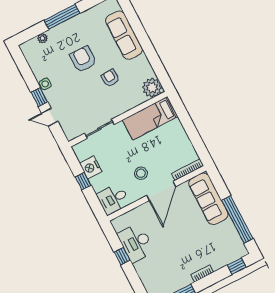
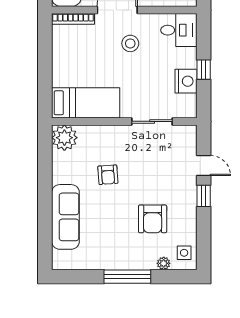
armchair: (83, 59) -> (153, 219), moved
side table: (45, 84) -> (184, 253), moved

